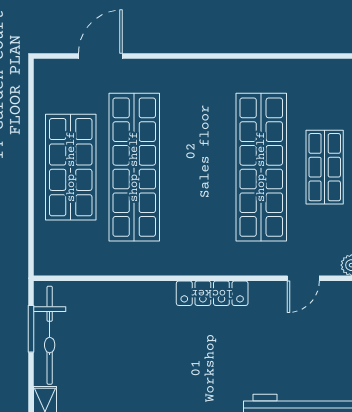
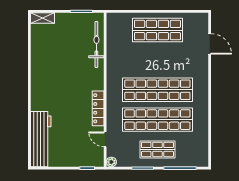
shop shelf: (134, 167) -> (157, 90), moved
locker: (212, 293) -> (98, 108), moved
bicycle: (50, 335) -> (96, 44), moved, turned 90

